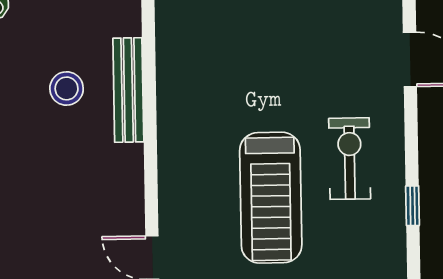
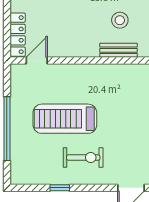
bench: (128, 90) -> (119, 50), width x0.73

